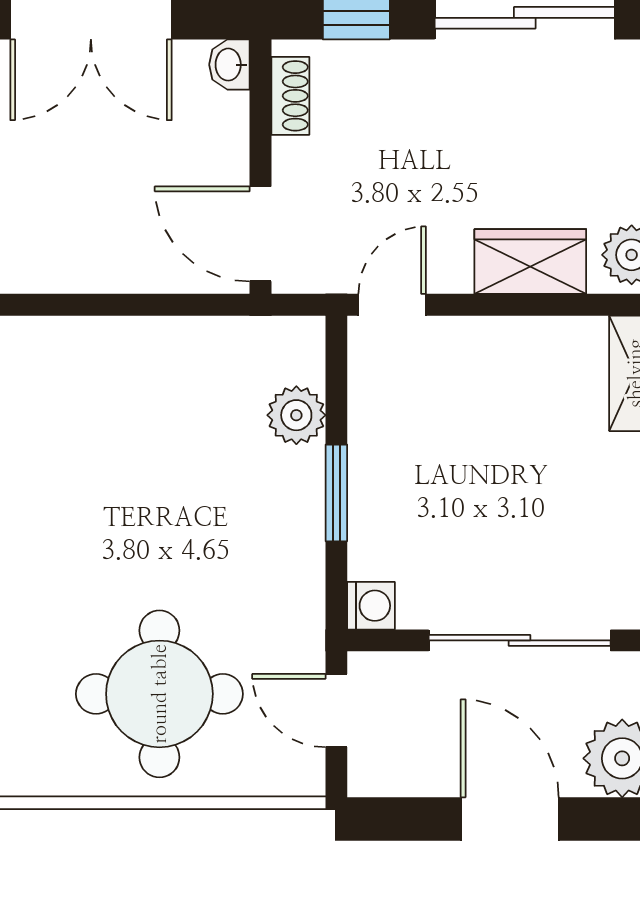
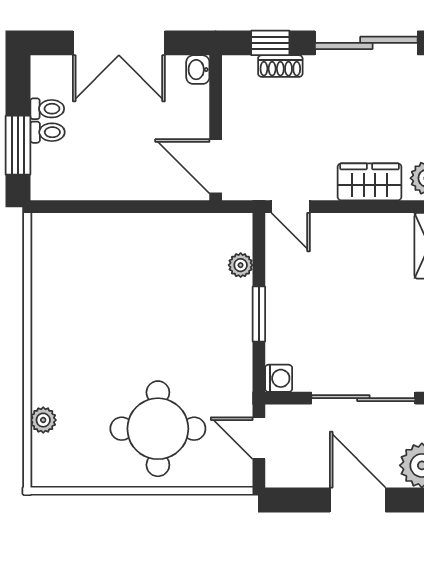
shoe rack: (290, 96) -> (280, 66), moved, turned 90
door: (392, 305) -> (291, 207), swing flipped
plant: (296, 415) -> (241, 265), width x0.73, depth x0.73

